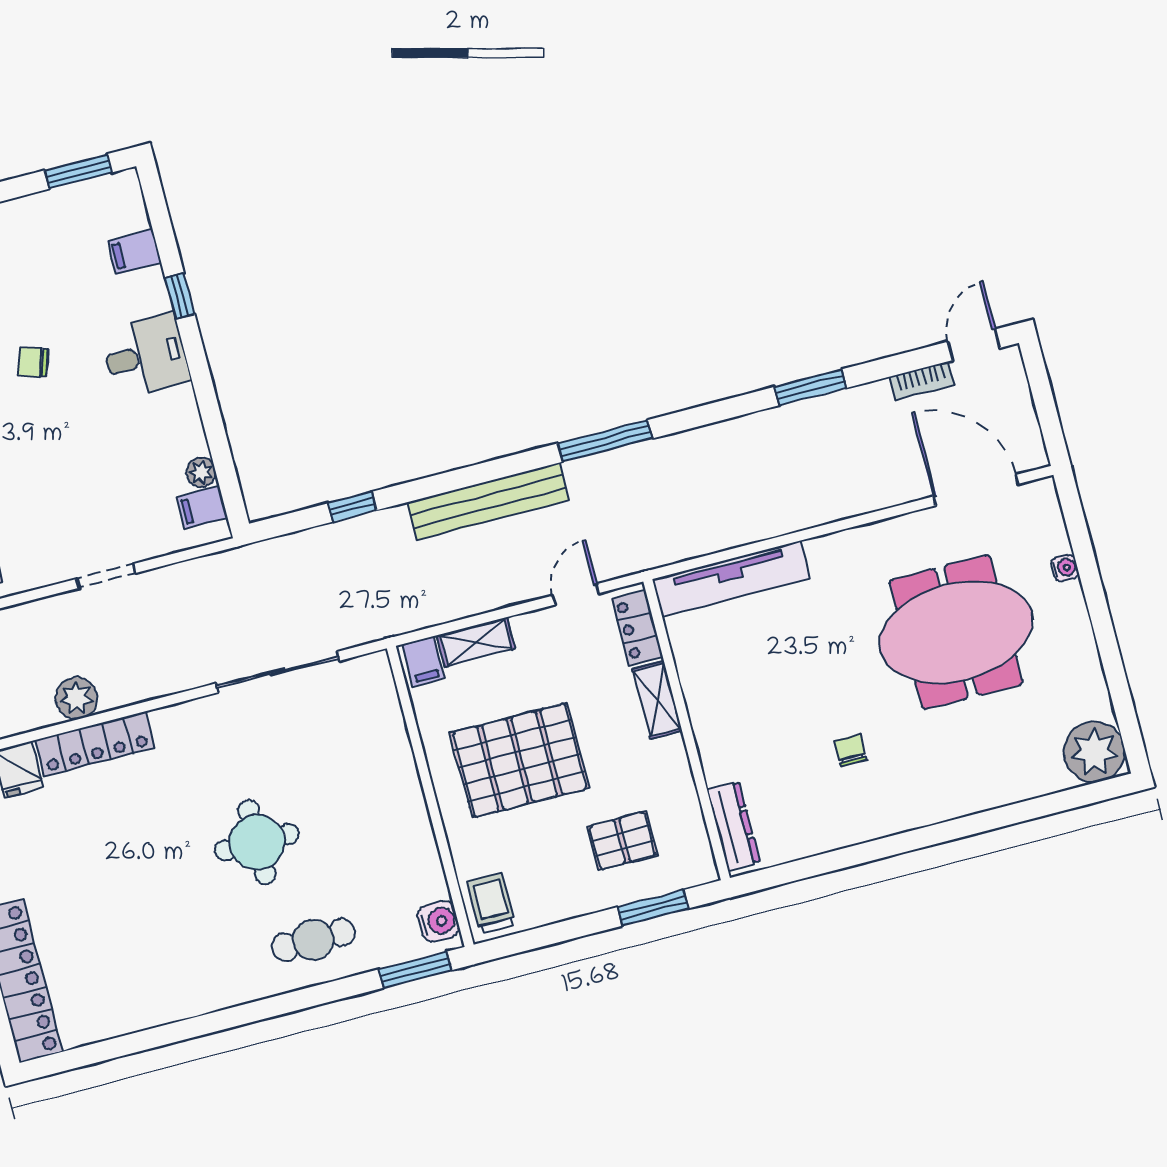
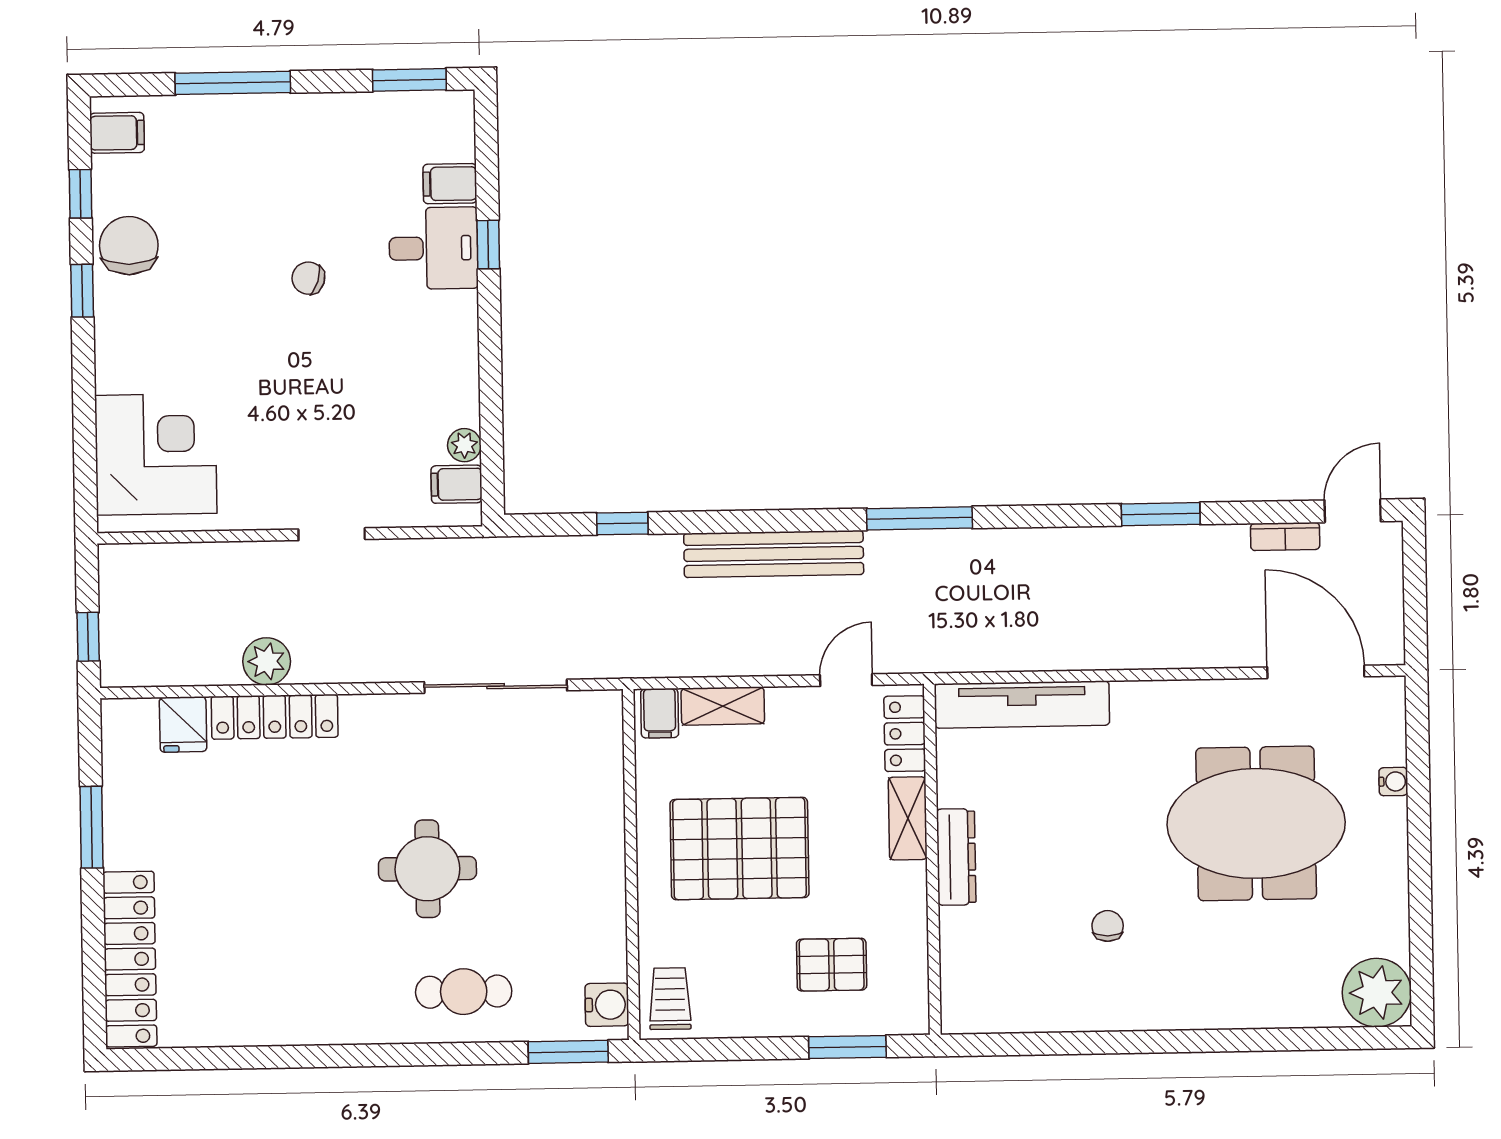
desk: (146, 356) -> (434, 248), moved
dresser: (734, 826) -> (956, 857), moved

